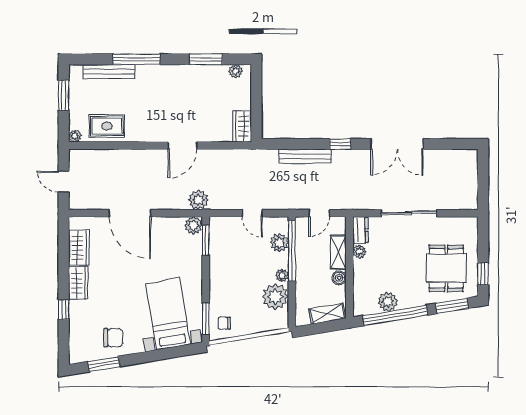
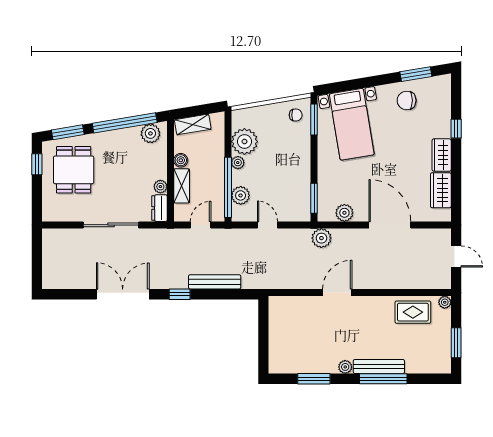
plant: (236, 71) -> (345, 367), moved
bench: (109, 72) -> (379, 367), moved
wardrobe: (242, 126) -> (278, 312), removed
plant: (194, 225) -> (344, 213), moved
plant: (388, 302) -> (150, 133), moved

